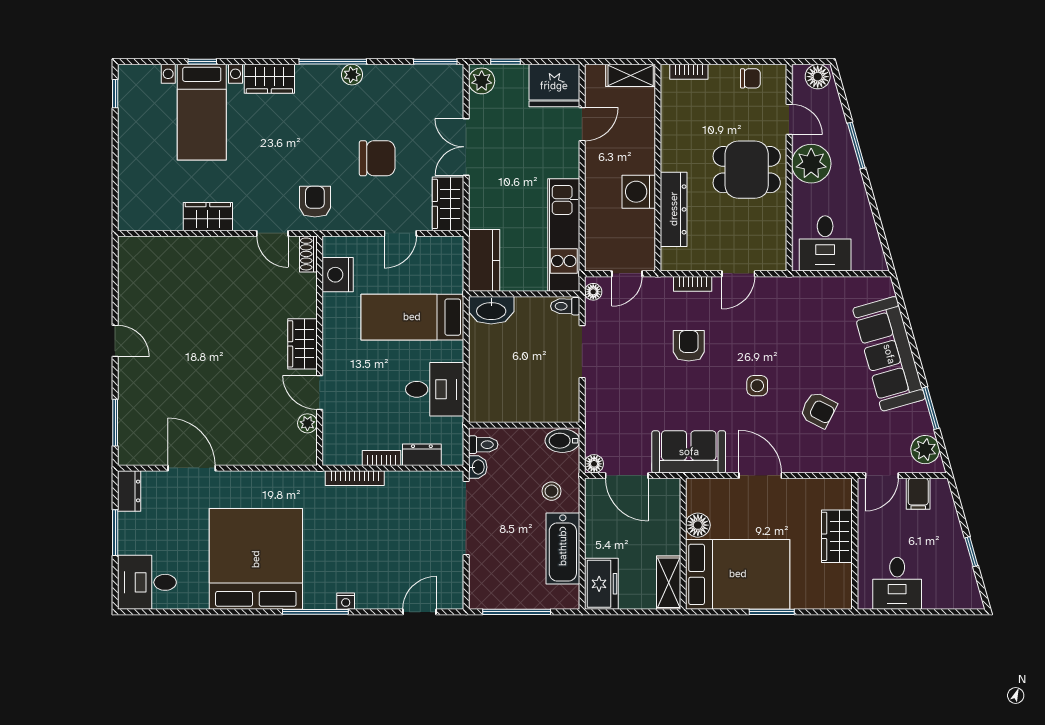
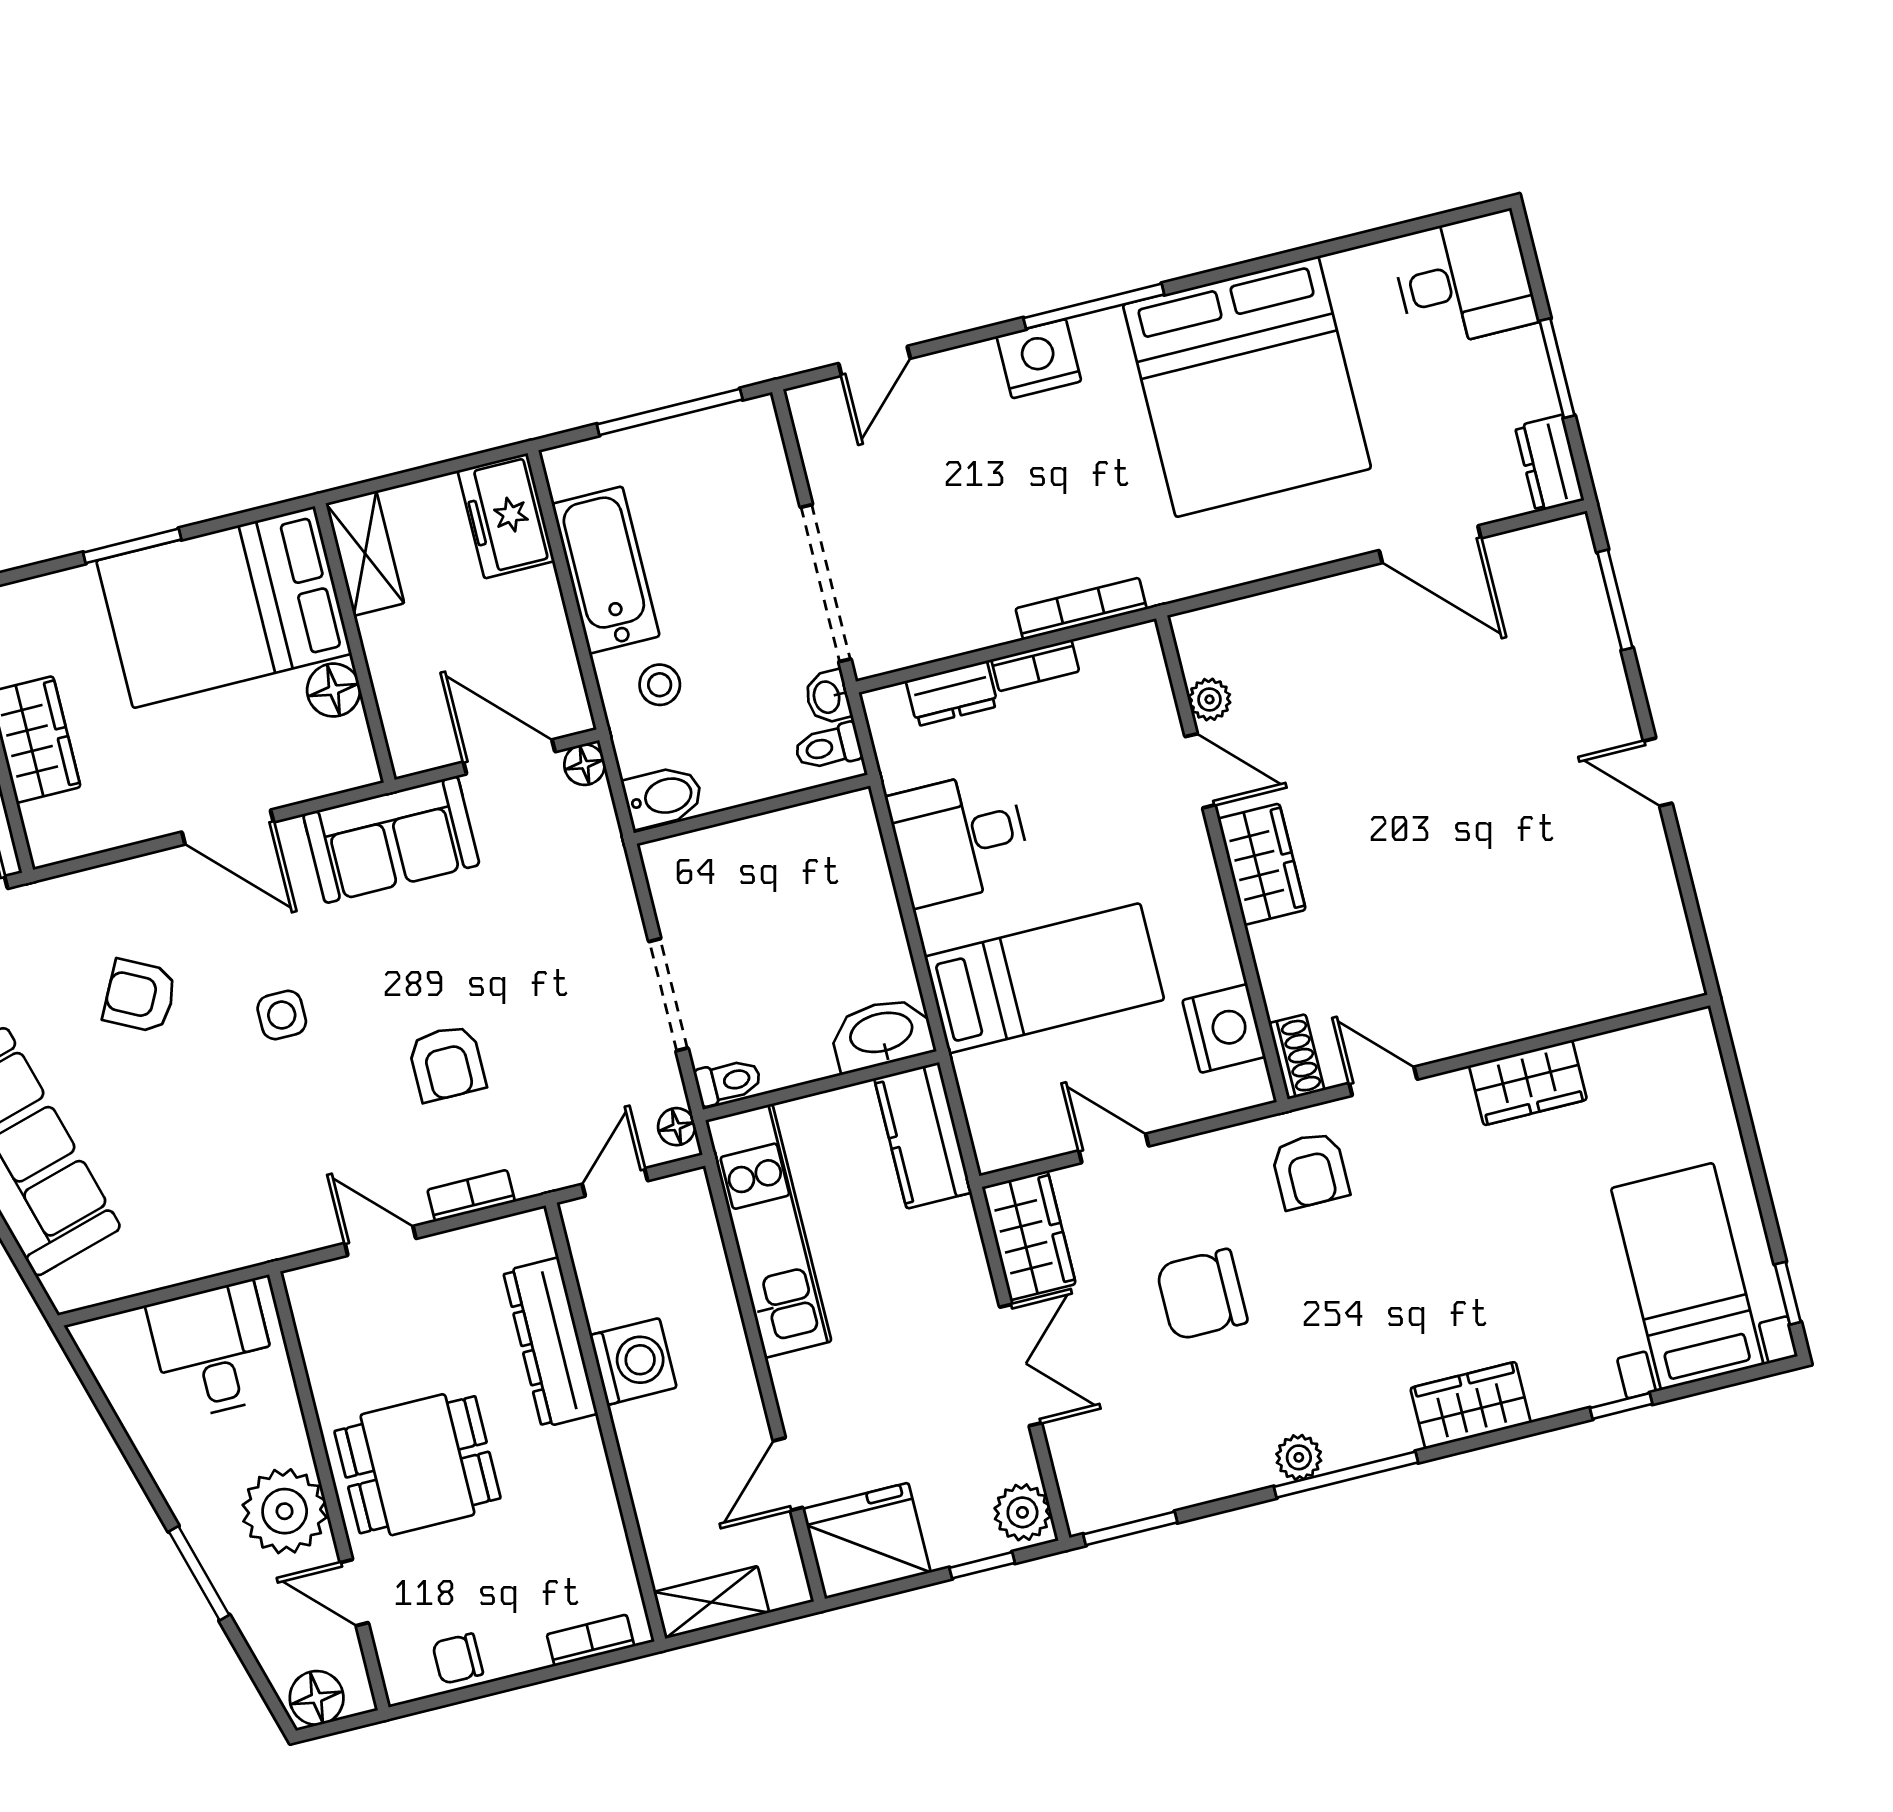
bed with nightstands: (202, 112) -> (1687, 1277), moved
door: (400, 233) -> (1114, 1148), hinge flipped
door: (738, 274) -> (380, 1241), hinge flipped
nightstand: (346, 601) -> (1039, 359), width x1.89, depth x1.79

